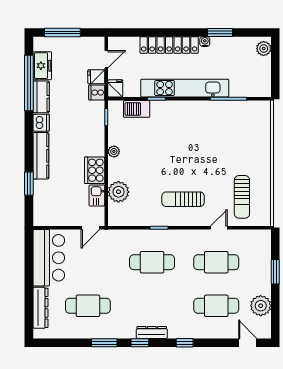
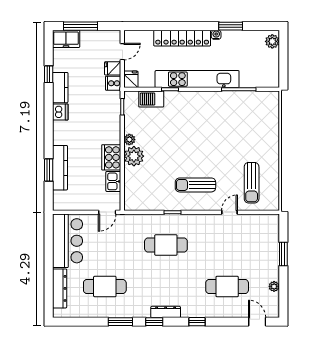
freezer: (42, 66) -> (66, 39), moved, turned 90
window: (29, 83) -> (49, 74), width x0.32
kitchen counter: (41, 156) -> (60, 168), moved
plant: (118, 192) -> (134, 156), moved
cafe table: (216, 262) -> (227, 245), removed
plant: (261, 306) -> (274, 286), width x0.53, depth x0.53

